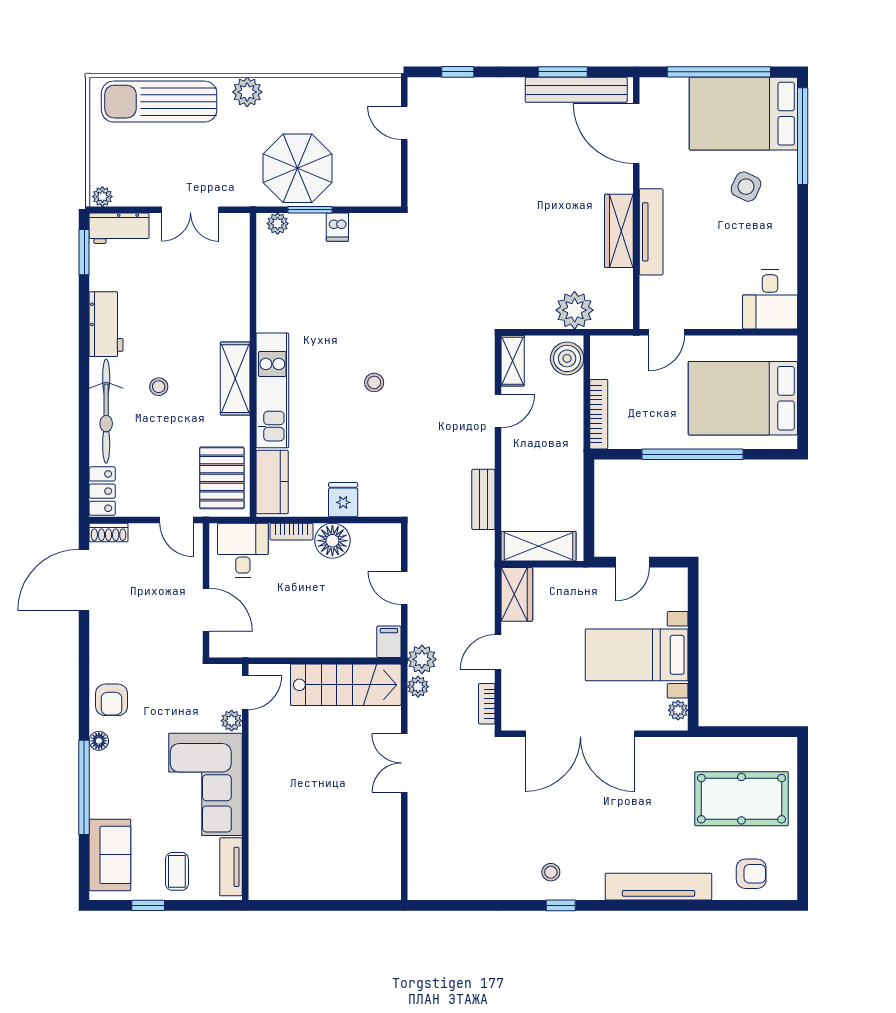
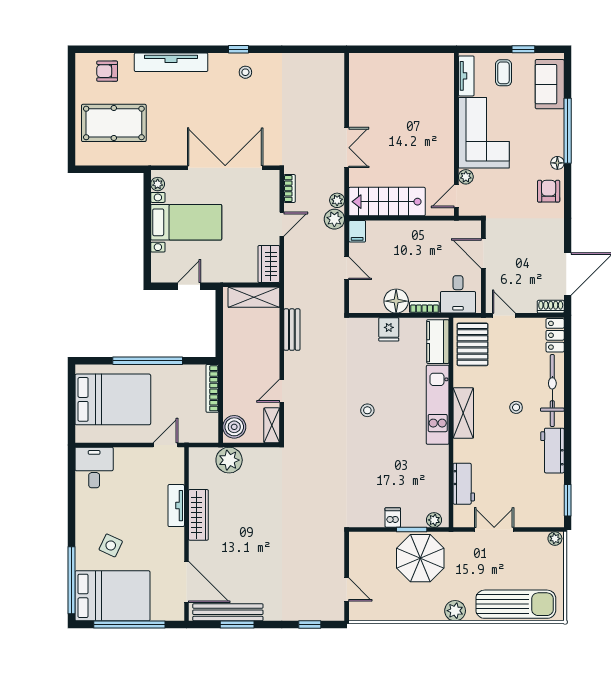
workbench: (119, 228) -> (464, 484), moved, turned 90
tv unit: (651, 232) -> (176, 506), width x0.71

